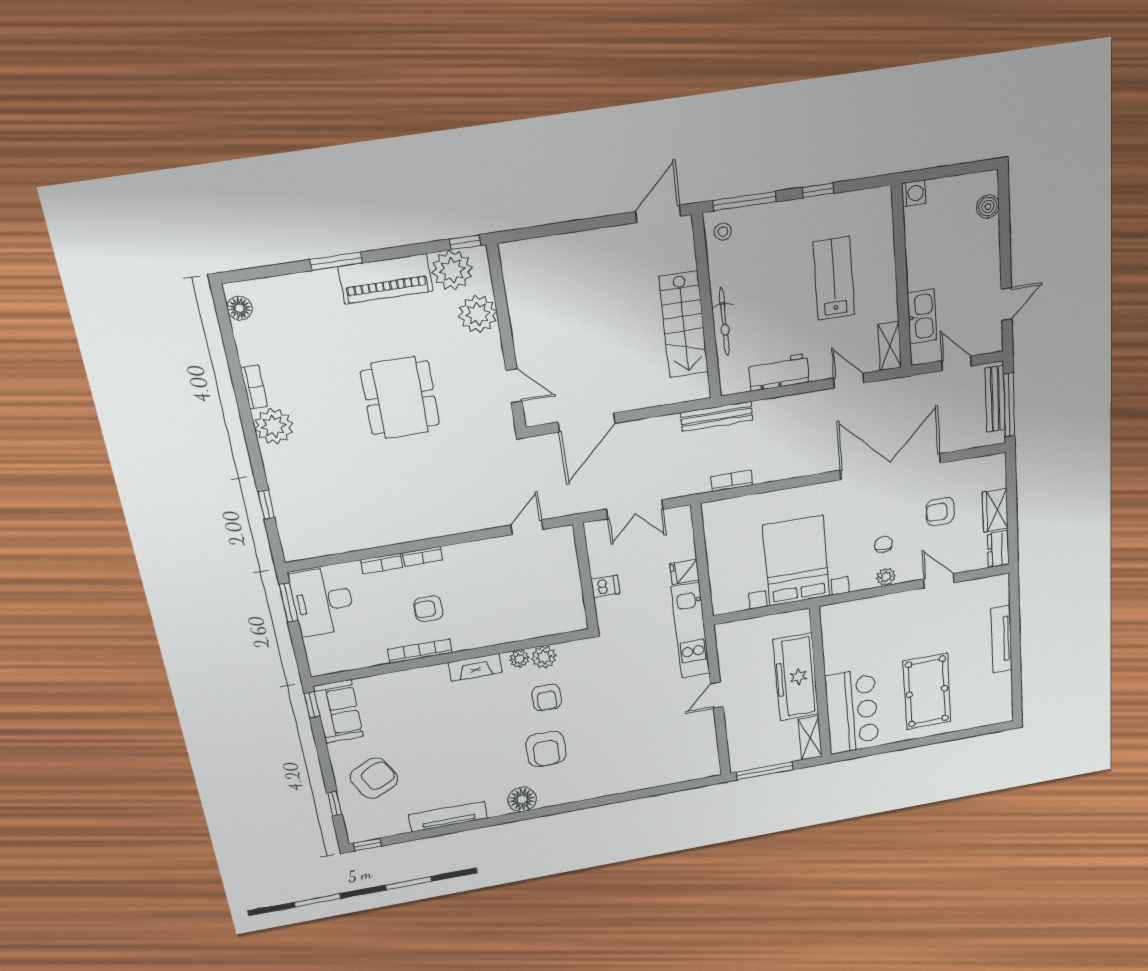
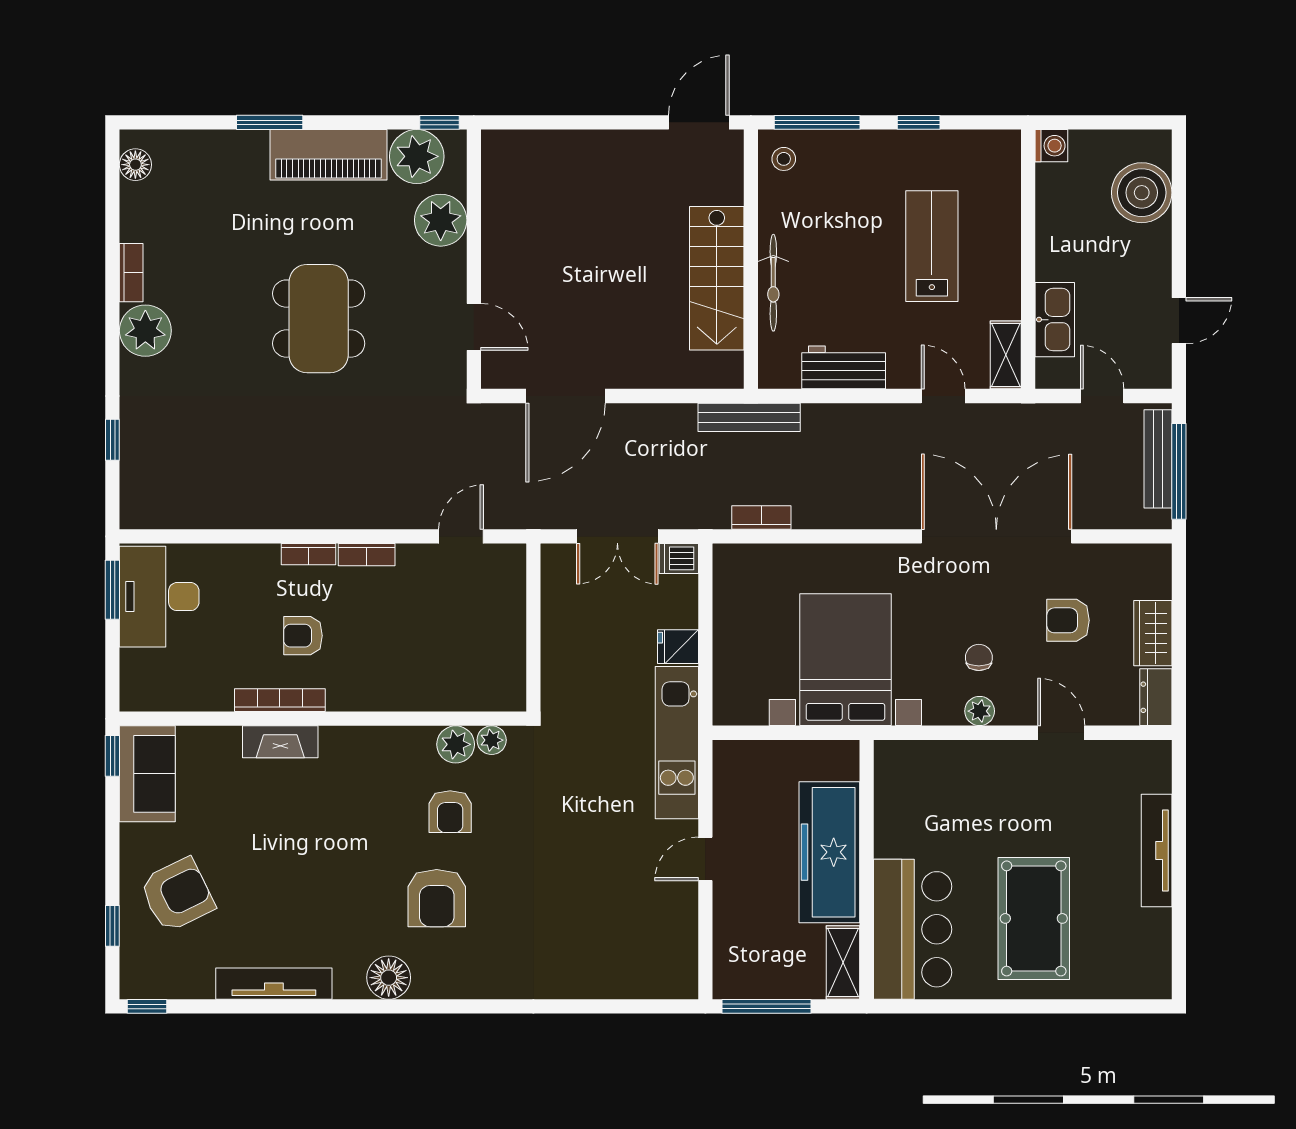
boiler: (988, 207) -> (1142, 193), width x1.86, depth x1.86
bookcase: (381, 564) -> (367, 555), moved
dishwasher: (605, 586) -> (679, 558), moved, turned 180
plant: (519, 659) -> (492, 740), moved
fireplace: (475, 667) -> (280, 742), moved

